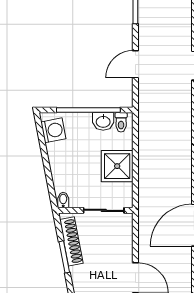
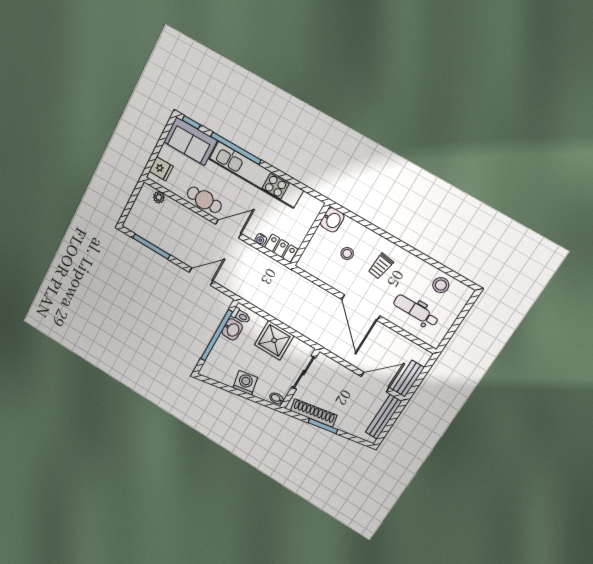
door: (135, 64) -> (201, 277), swing flipped
washing machine: (53, 130) -> (245, 383), moved

